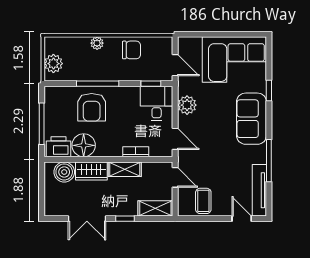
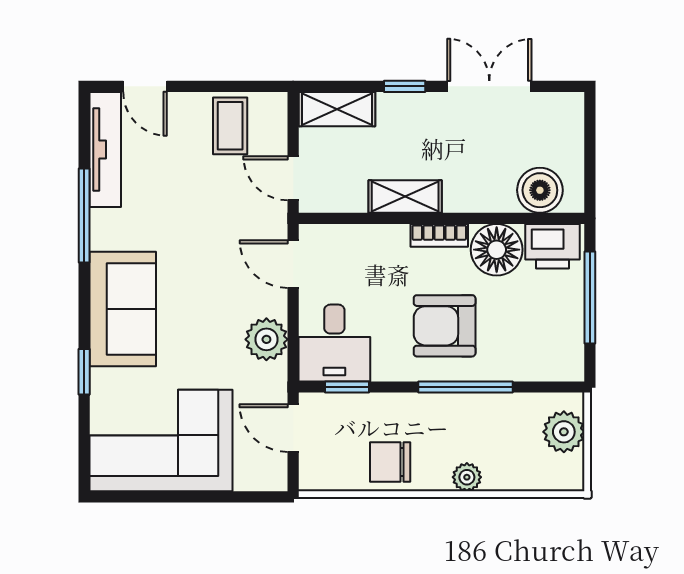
armchair: (92, 107) -> (445, 326), moved, turned -90
bookcase: (136, 152) -> (439, 235), moved
wardrobe: (91, 171) -> (479, 193), removed

